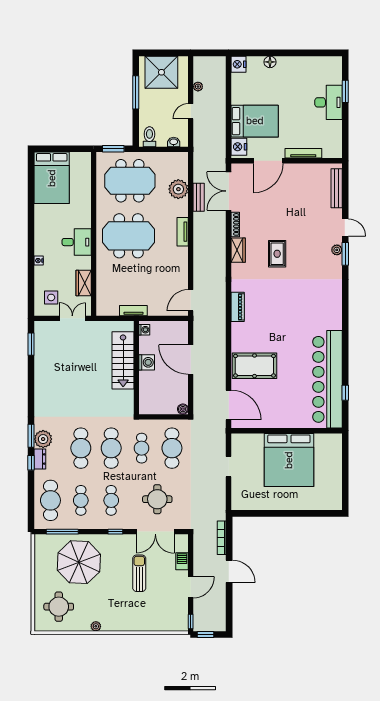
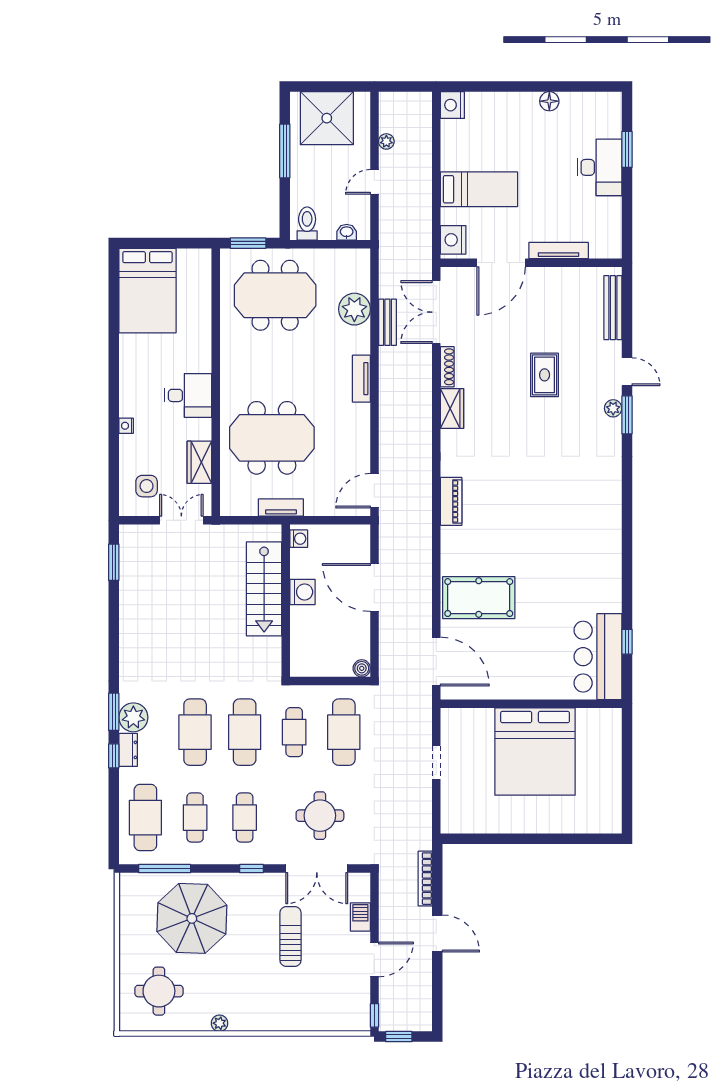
floor lamp: (270, 62) -> (549, 101), moved
bed: (255, 121) -> (479, 189), width x0.67
meeting table: (129, 236) -> (272, 438), moved
rug: (277, 254) -> (545, 375), moved
bar counter: (327, 379) -> (598, 657), width x0.54

